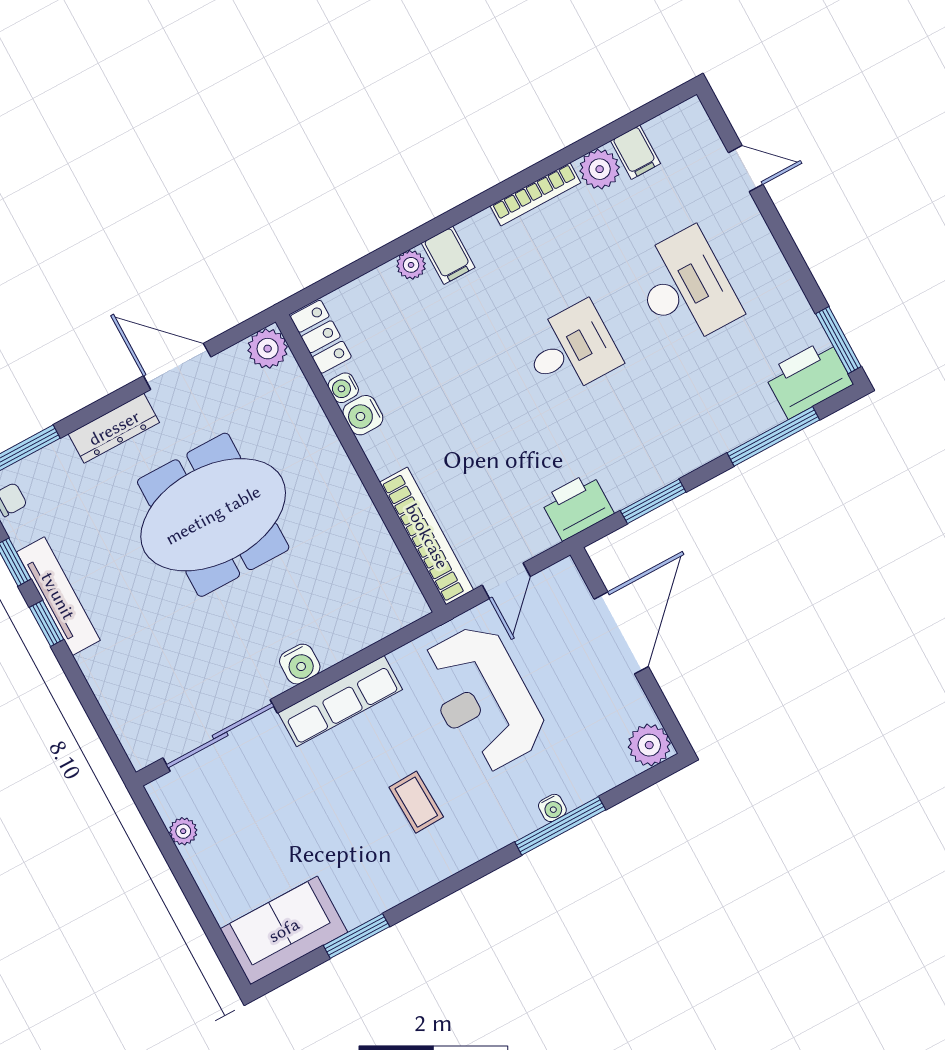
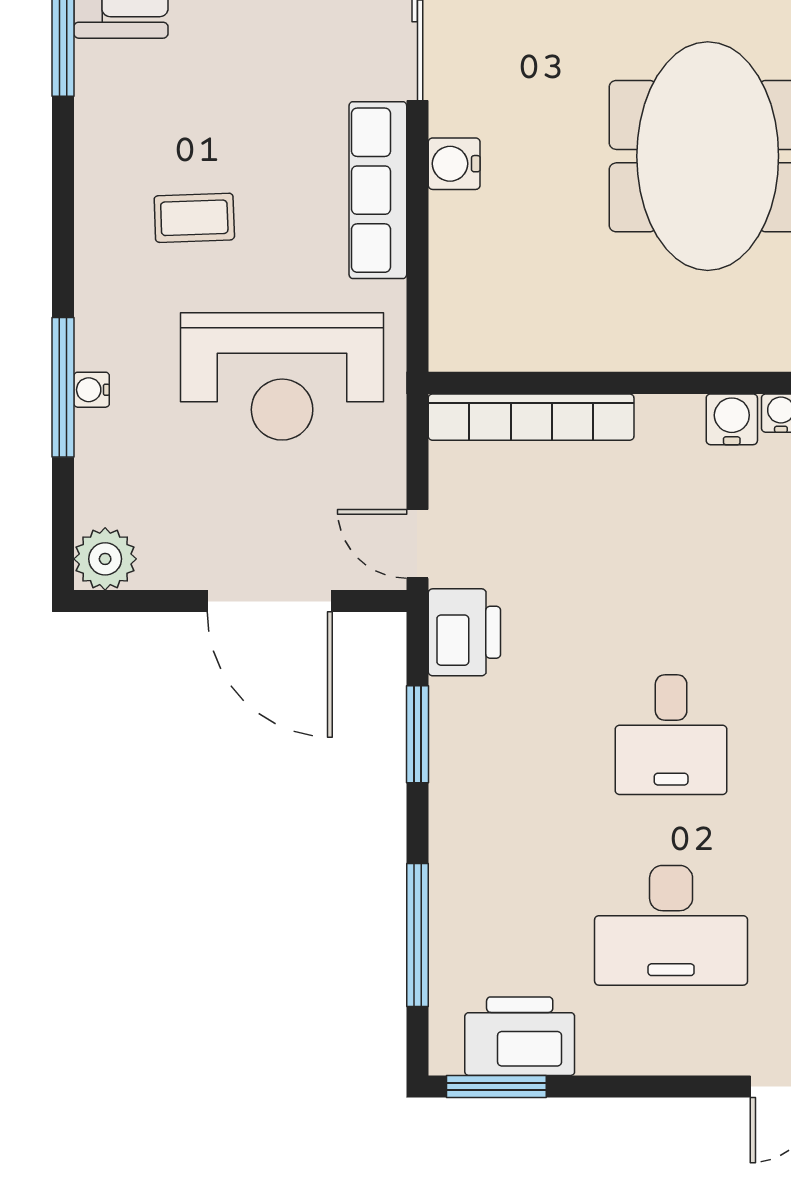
printer: (808, 379) -> (520, 1036), moved, turned -90
door: (506, 581) -> (417, 544), moved
reception desk: (483, 698) -> (282, 376), turned 180

